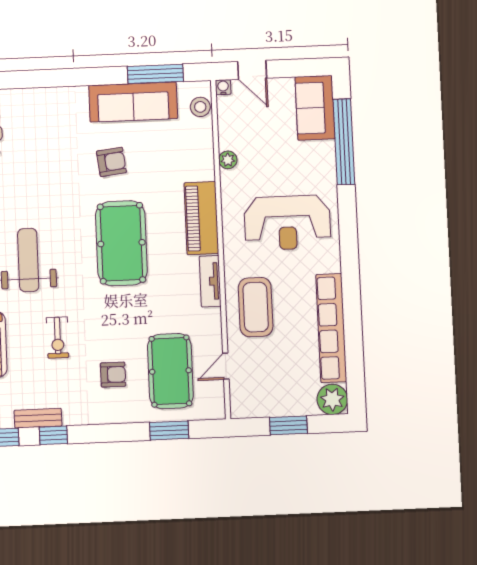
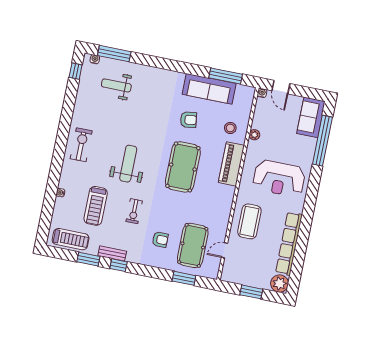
stool: (200, 107) -> (230, 128), moved
tv unit: (210, 281) -> (227, 201), removed

